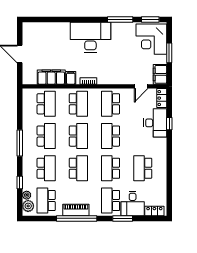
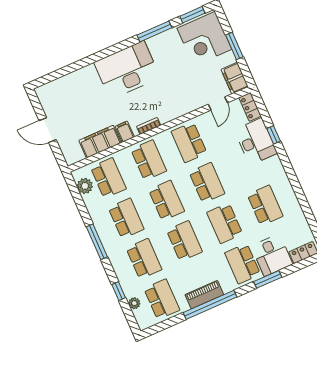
school desk: (111, 136) -> (207, 183), turned 180
school desk: (143, 168) -> (265, 205), turned 180
school desk: (46, 200) -> (162, 299), turned 180
plant: (28, 206) -> (85, 186), moved

